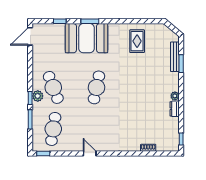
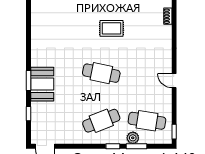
booth: (87, 38) -> (42, 84), width x0.73, depth x0.70
rug: (137, 41) -> (111, 28), moved
plant: (38, 96) -> (133, 138), moved
door: (90, 154) -> (174, 81), hinge flipped

